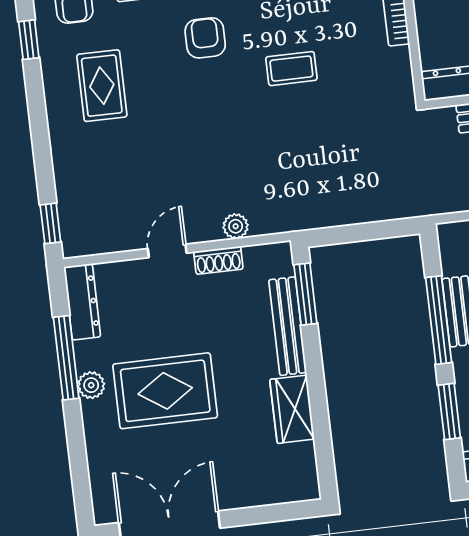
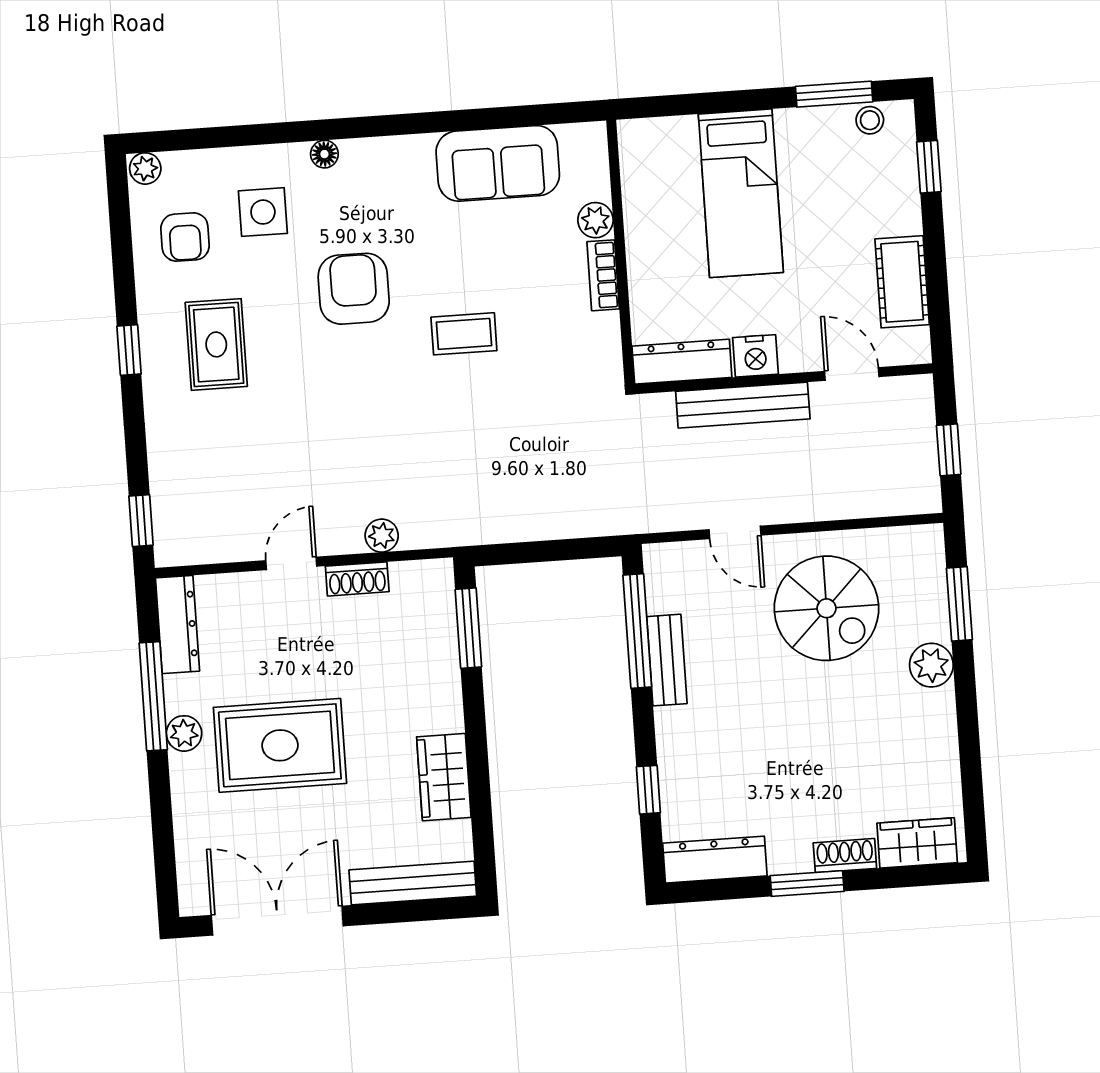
armchair: (205, 38) -> (354, 289), width x1.38, depth x1.38
window: (29, 40) -> (129, 350), moved
window: (439, 320) -> (637, 631), moved
bench: (288, 326) -> (413, 883), moved, turned 90
window: (449, 411) -> (648, 790), width x0.67

